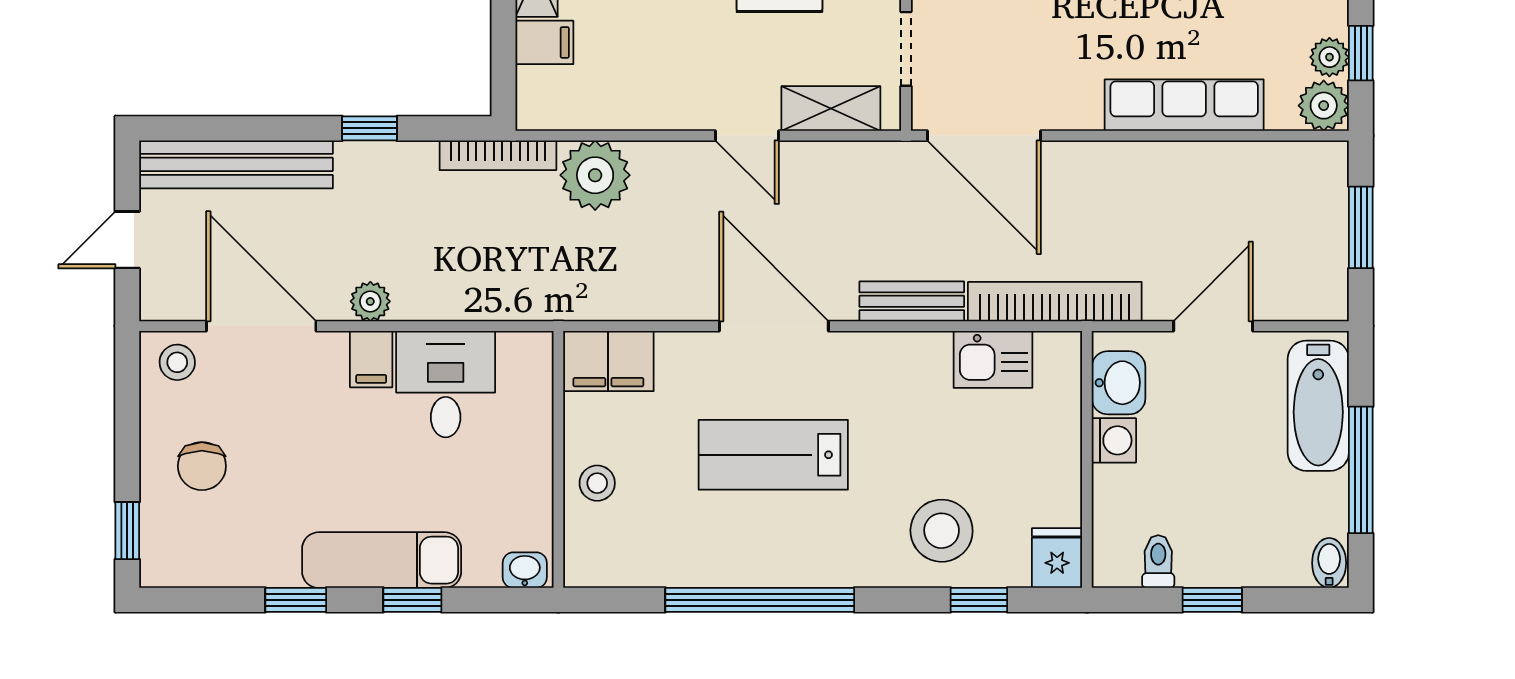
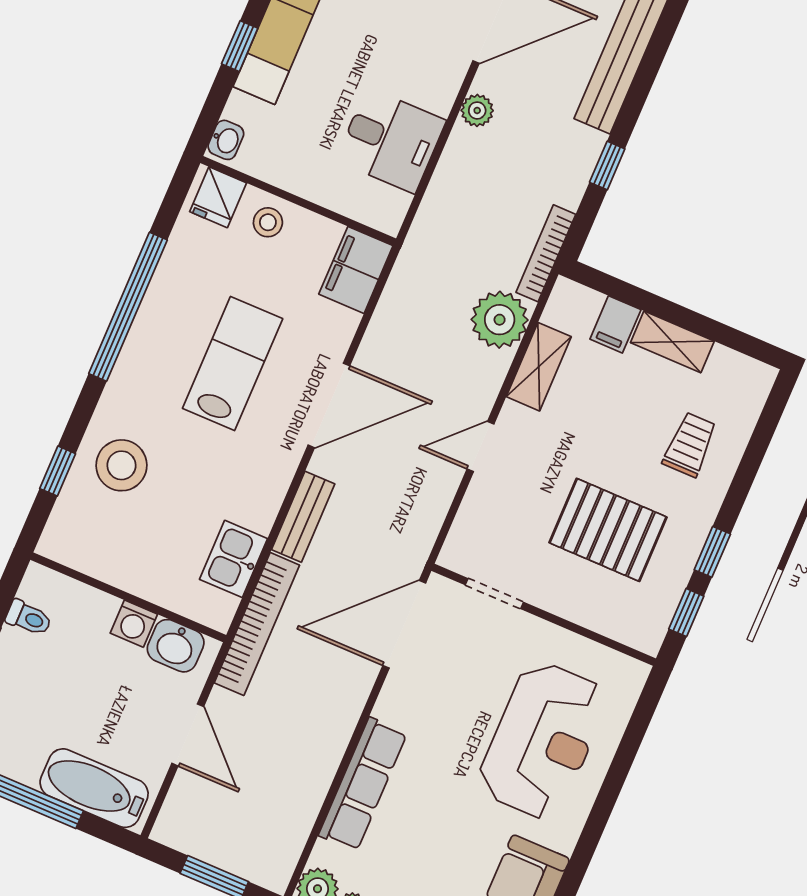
shelving: (831, 108) -> (539, 367), moved
filing cabinet: (371, 359) -> (434, 93), removed
fridge: (1057, 558) -> (218, 197), moved, turned 90

